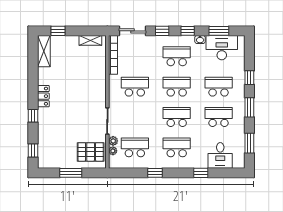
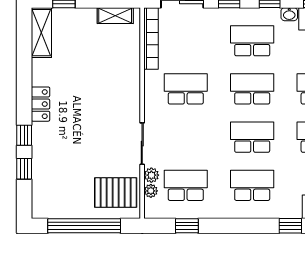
window: (33, 150) -> (24, 169), moved
window: (71, 173) -> (84, 226), width x2.11
window: (155, 173) -> (187, 226), moved

